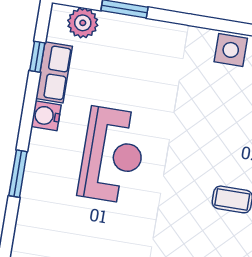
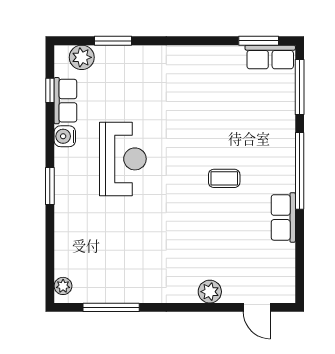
side table: (231, 50) -> (203, 59), removed

